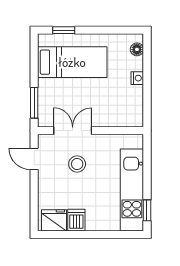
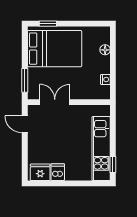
floor lamp: (137, 49) -> (105, 50), moved
bed: (72, 62) -> (55, 49), width x1.50
nightstand: (137, 78) -> (105, 79), moved
stool: (77, 164) -> (58, 128), removed

